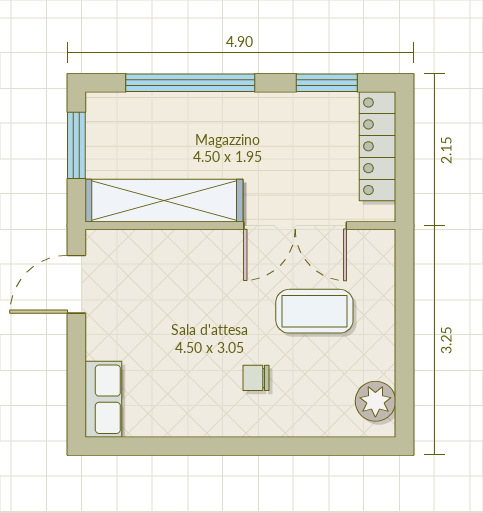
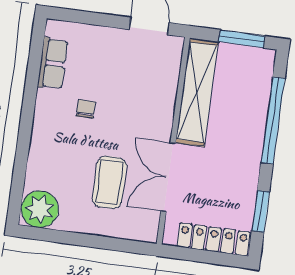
chair: (256, 378) -> (86, 109), moved
row of seats: (103, 399) -> (53, 63), moved, turned -90
plant: (375, 401) -> (40, 209), width x1.36, depth x1.36

